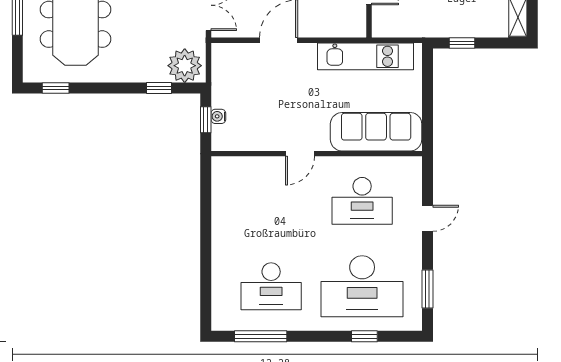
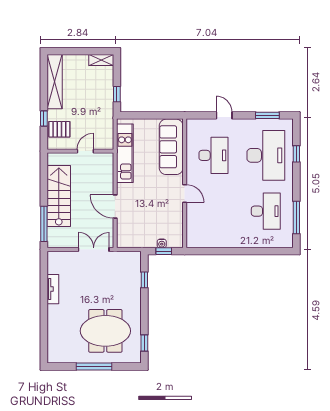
plant: (185, 66) -> (131, 264), removed

